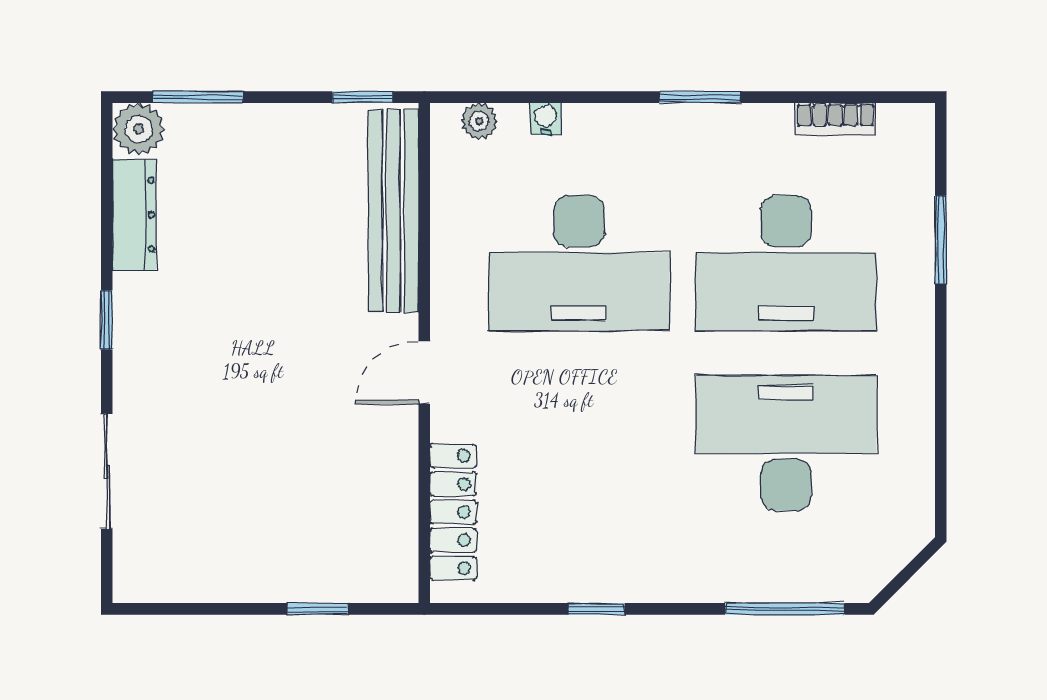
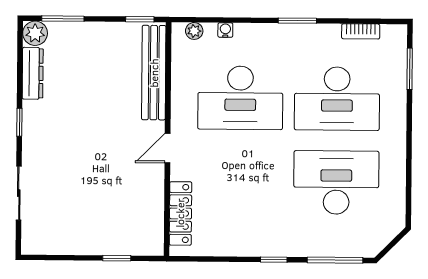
window: (941, 240) -> (410, 69), moved
window: (596, 609) -> (274, 260), moved

